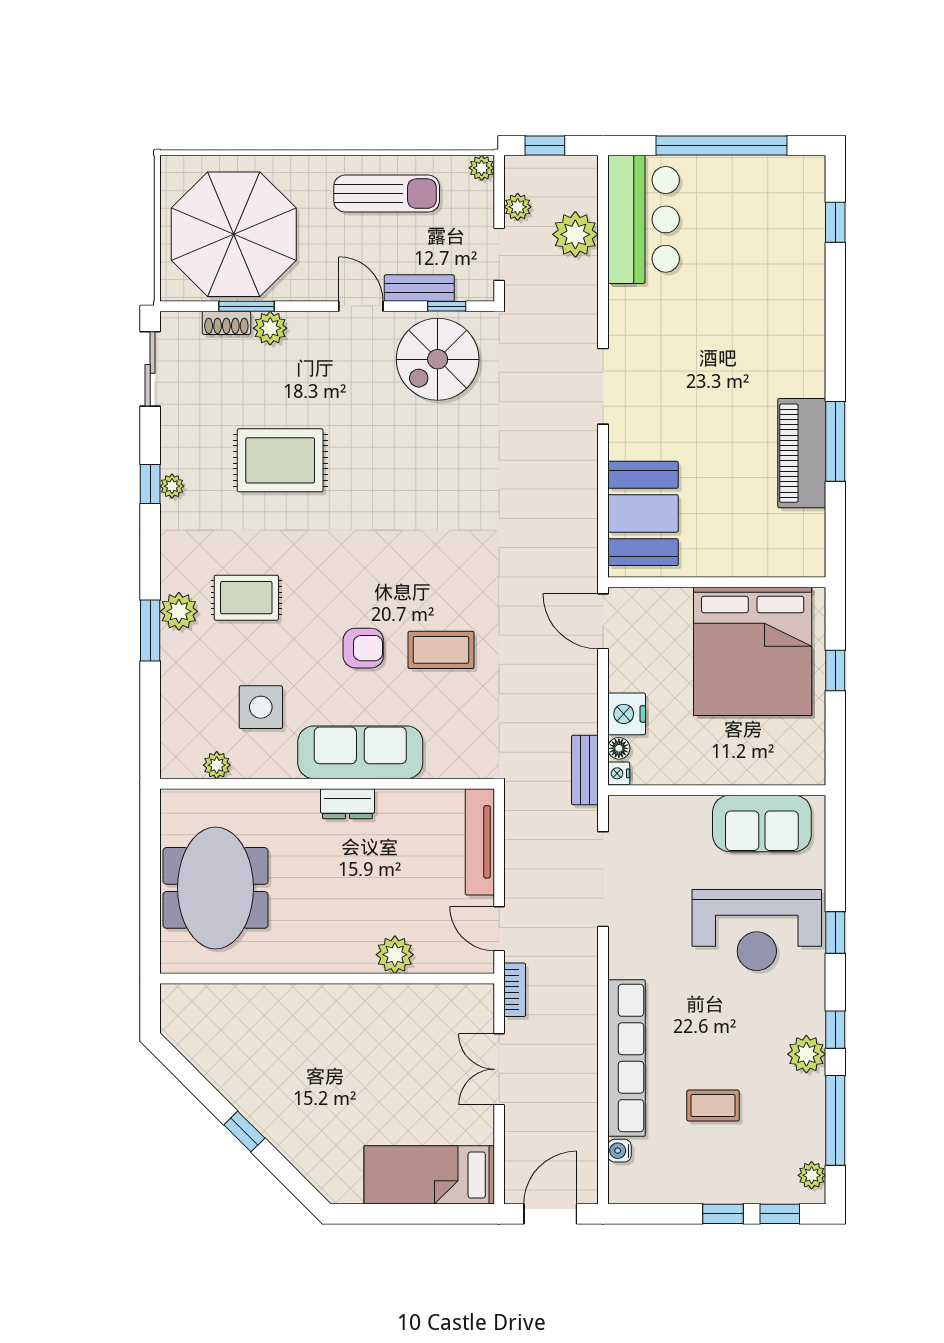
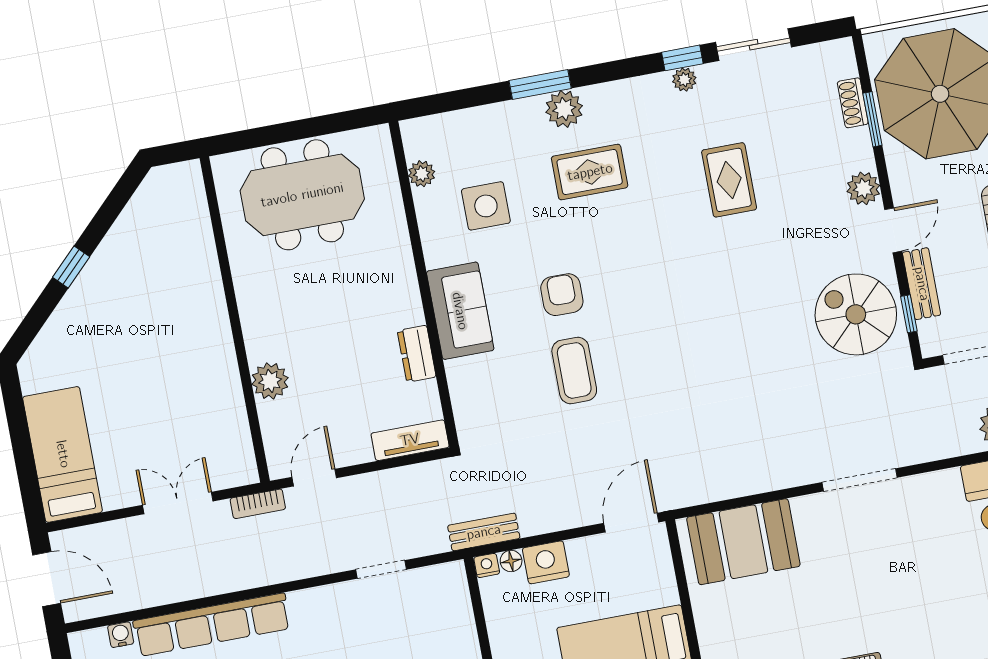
plant: (270, 328) -> (863, 188), moved
sliding door: (150, 369) -> (754, 45), moved
rug: (280, 460) -> (729, 180), width x0.73, depth x0.70
rug: (246, 598) -> (590, 172), turned 90
armchair: (363, 648) -> (562, 295), turned 180
sofa: (360, 752) -> (460, 311), width x0.73
dresser: (347, 804) -> (417, 354), moved
tv unit: (480, 842) -> (410, 440), width x0.71
doorway: (603, 879) -> (381, 569), width x0.53

